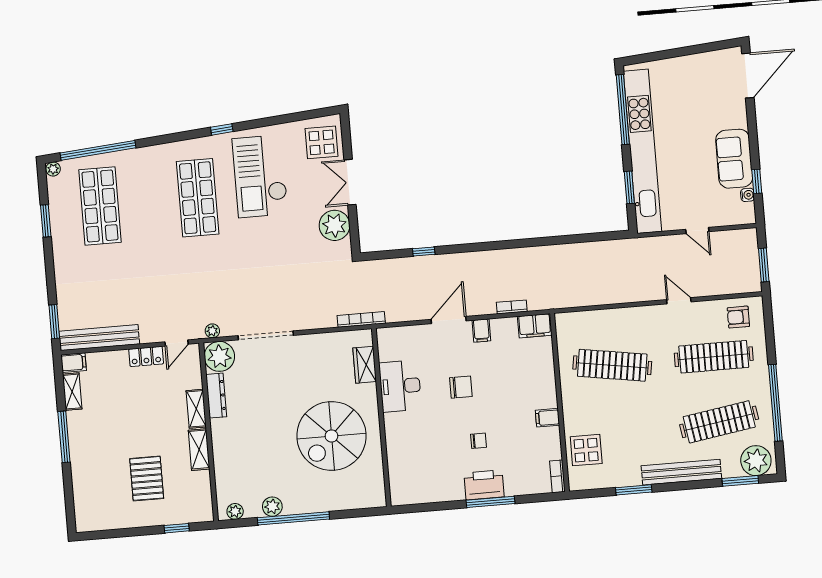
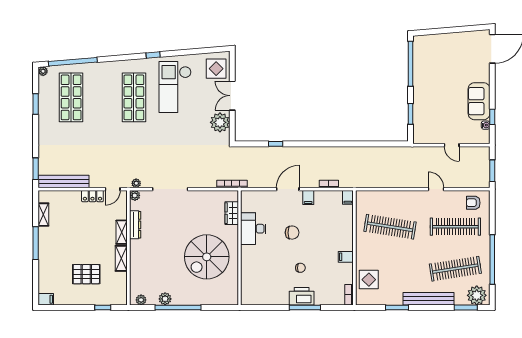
kitchen unit: (643, 151) -> (421, 92), removed
filing cabinet: (535, 326) -> (348, 197), width x0.50
plant: (219, 356) -> (135, 195), width x0.53, depth x0.53
filing cabinet: (74, 363) -> (46, 299), moved
pallet: (147, 478) -> (86, 274), turned 90

